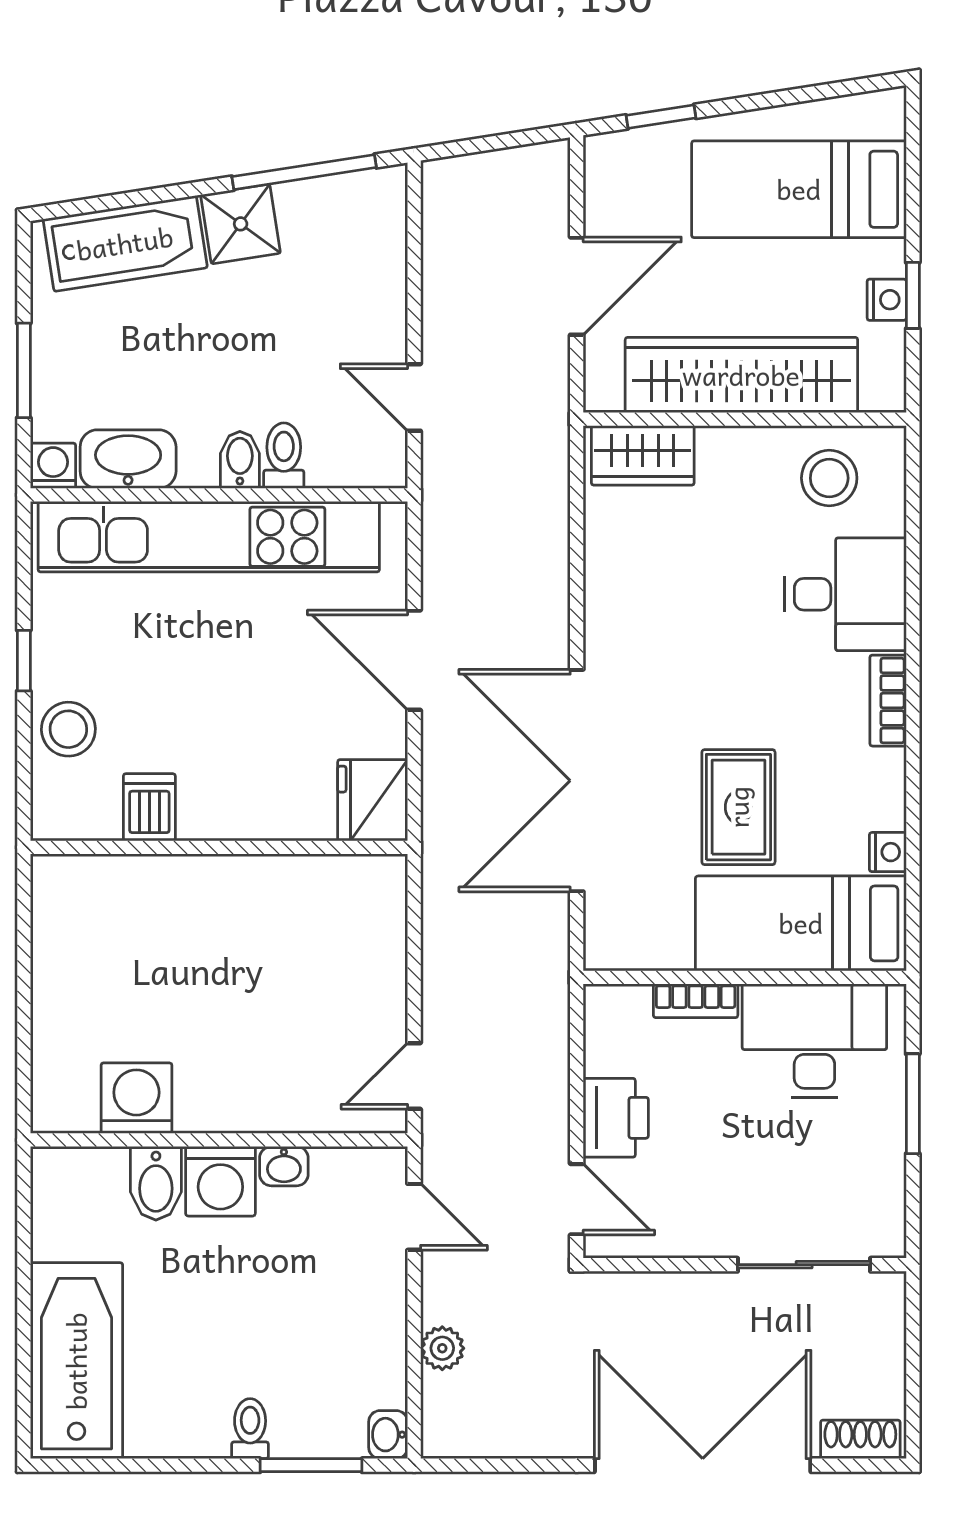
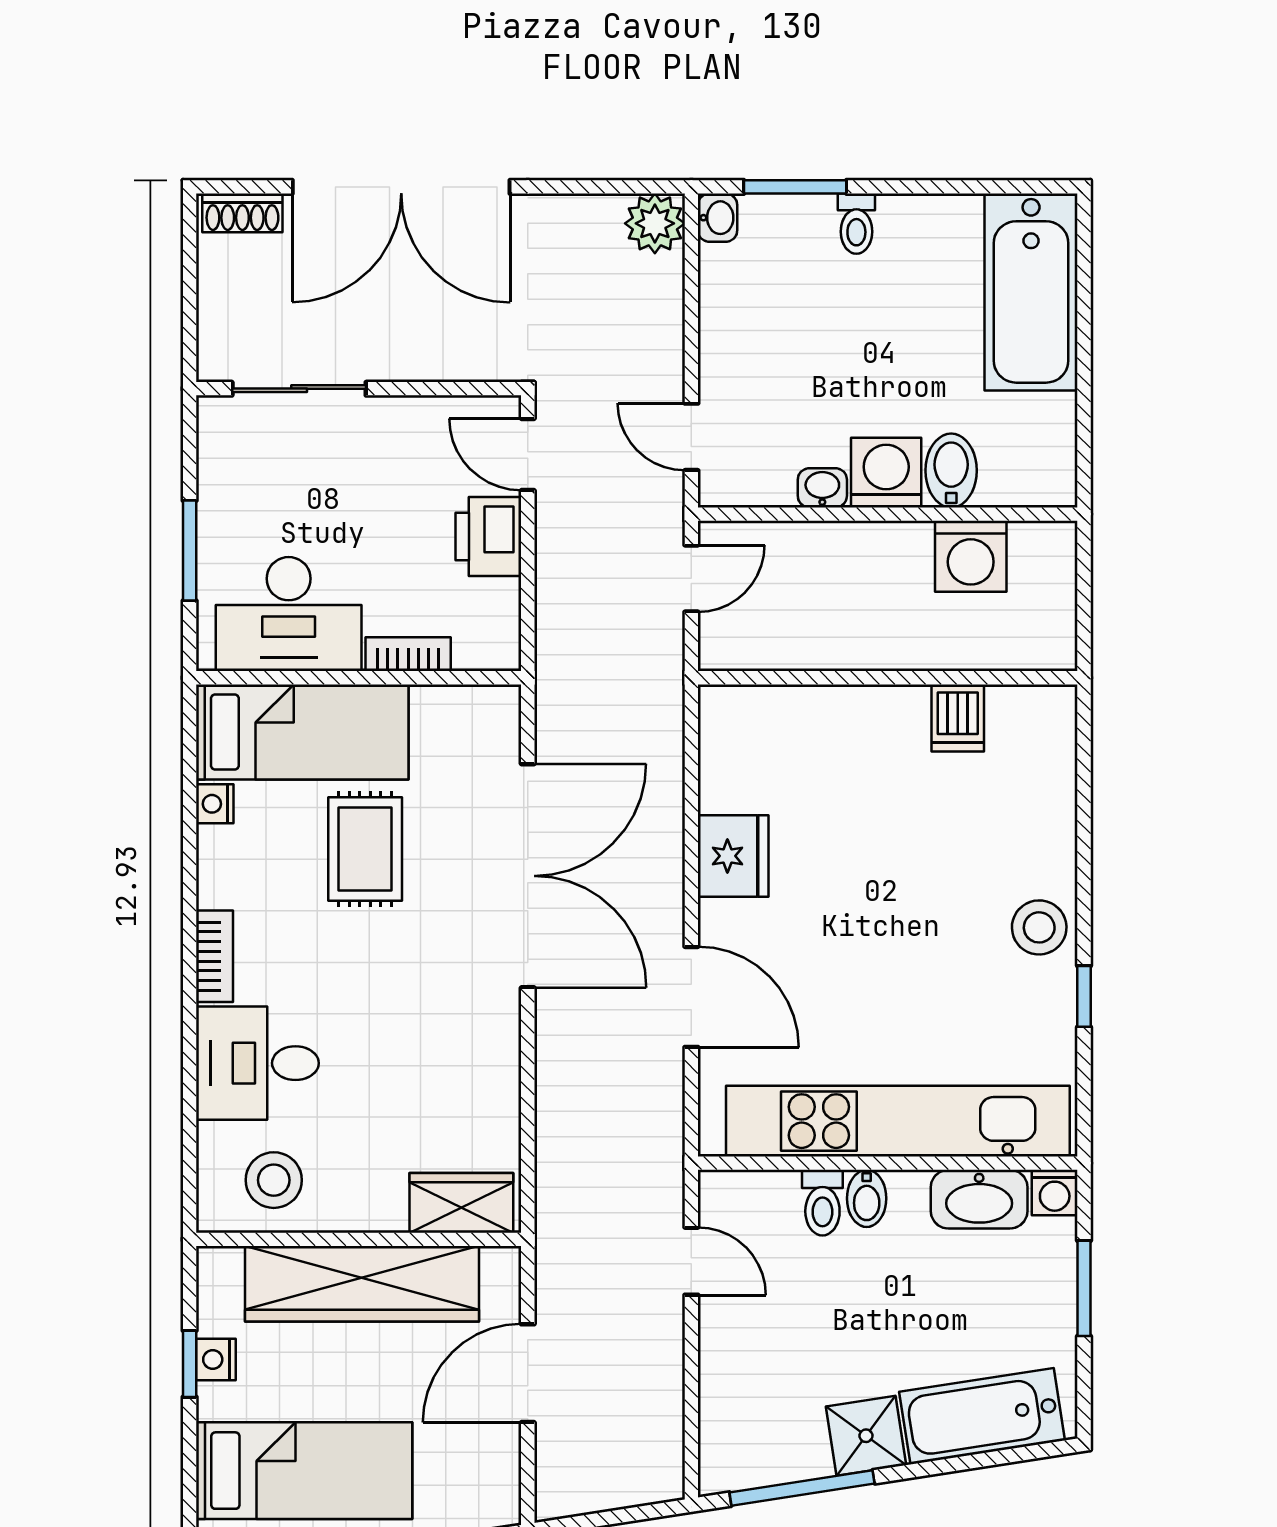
dishwasher: (149, 807) -> (958, 718), moved
wall: (219, 847) -> (888, 678), moved
plant: (442, 1348) -> (655, 223), moved, width x1.38, depth x1.38

